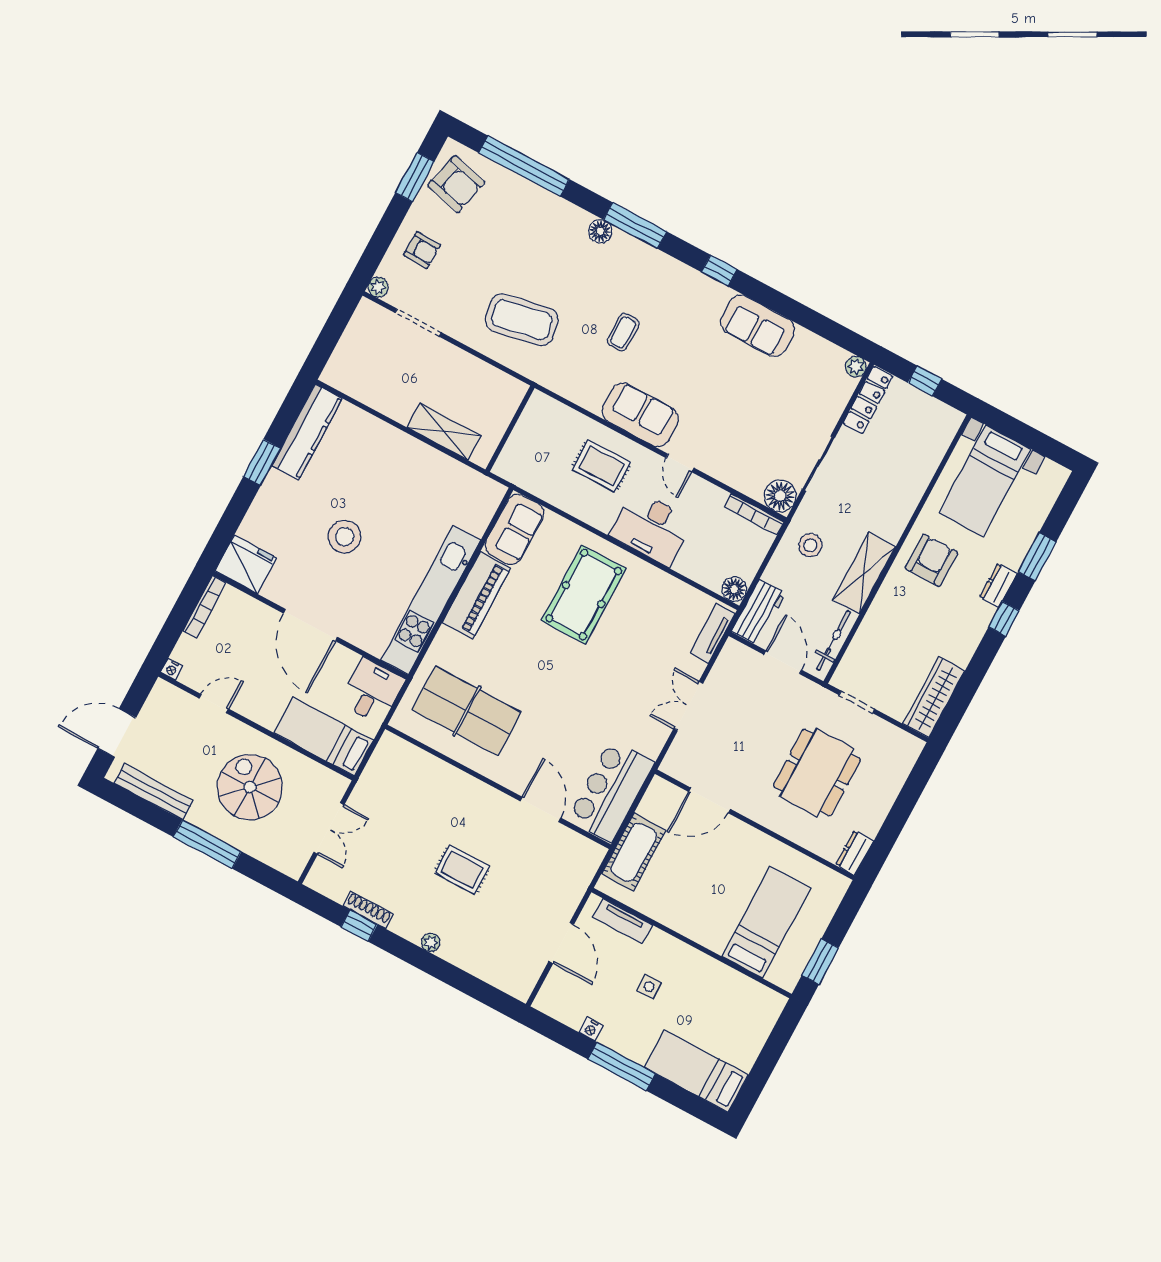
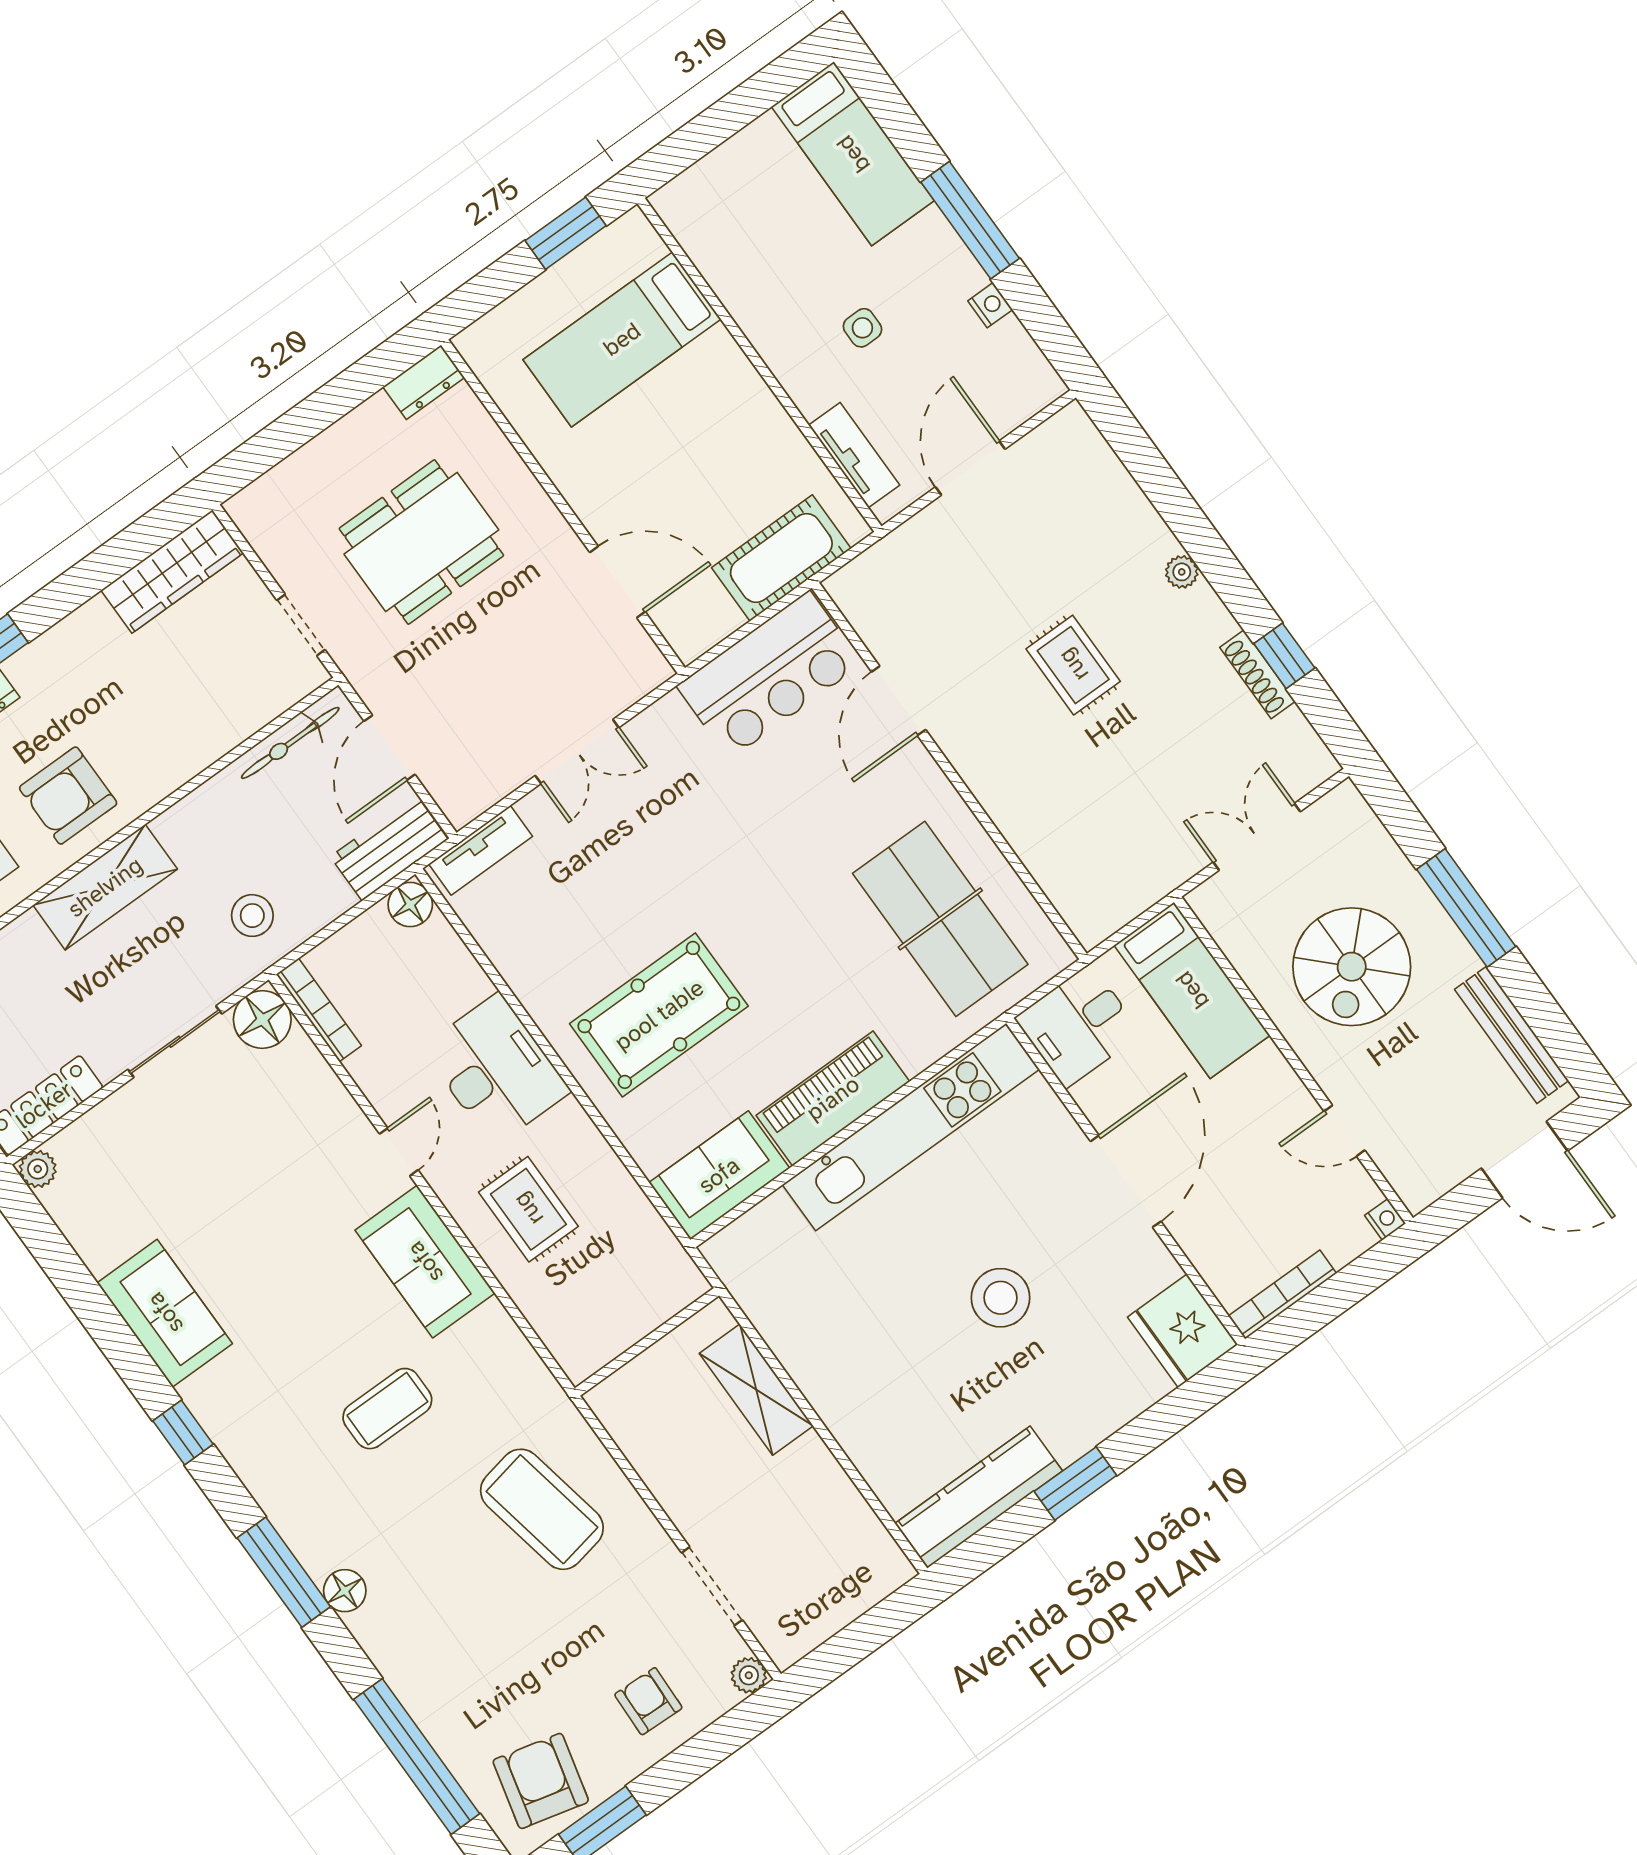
coffee table: (623, 332) -> (387, 1409), width x1.36, depth x1.30
shelving: (864, 573) -> (105, 887), moved

